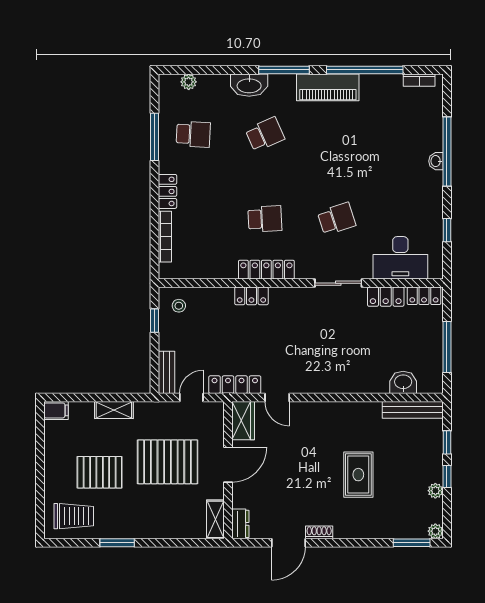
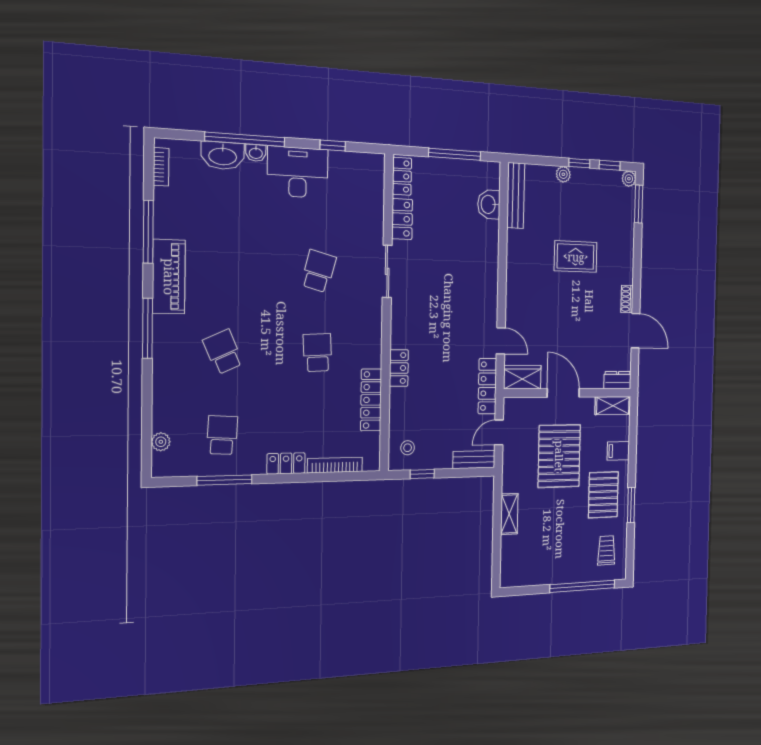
window: (365, 70) -> (148, 232), width x0.68
washbasin: (249, 85) -> (223, 156), moved, turned 90
school desk: (336, 219) -> (319, 271), turned 33
desk: (400, 258) -> (298, 172), moved, turned -90
locker: (266, 270) -> (371, 400), moved
door: (191, 397) -> (499, 432), hinge flipped
door: (277, 397) -> (501, 341), hinge flipped
filing cabinet: (56, 410) -> (618, 451), moved, turned -90
window: (447, 442) -> (610, 165), moved
pallet: (100, 472) -> (603, 495), moved
window: (40, 490) -> (582, 586), added
plant: (435, 491) -> (563, 174), moved
trolley: (74, 516) -> (606, 550), width x0.73, depth x0.72

